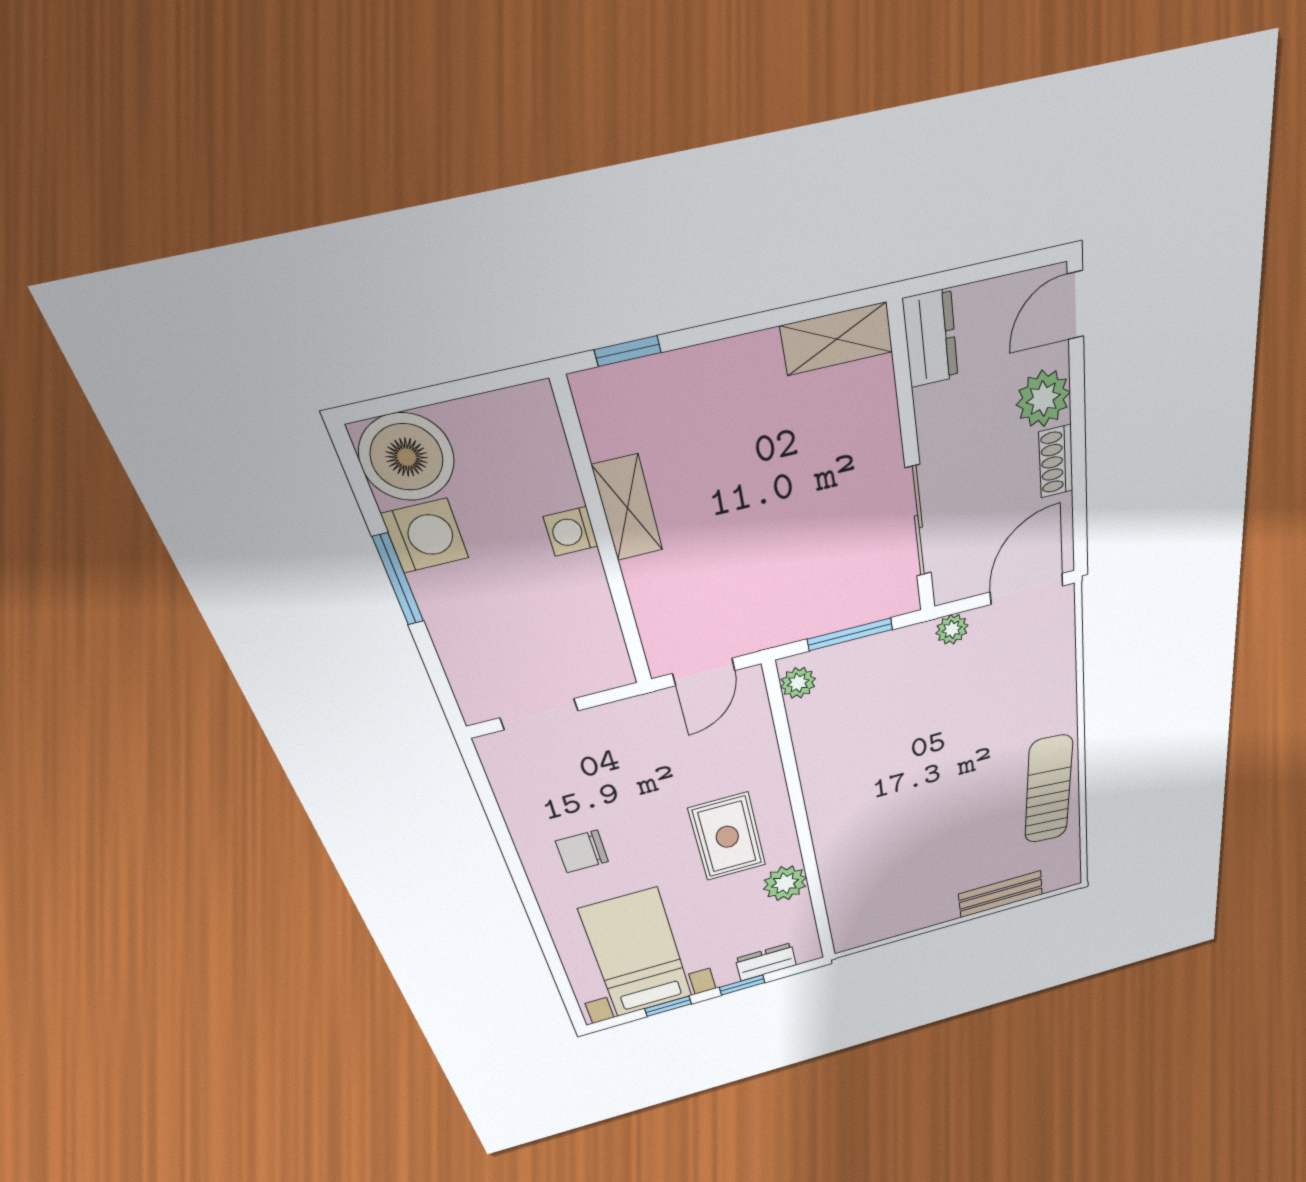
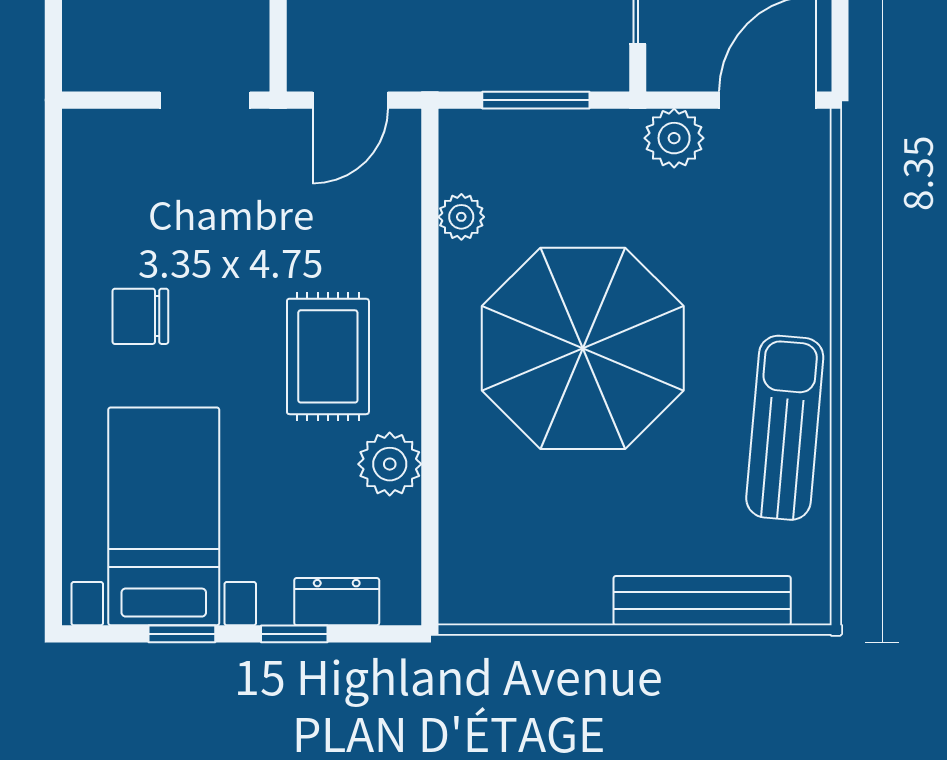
plant: (952, 629) -> (674, 138), width x1.38, depth x1.38
plant: (798, 683) -> (461, 217), moved
doorway: (539, 714) -> (205, 100), moved
parasol: (907, 783) -> (583, 348), added
bench: (1001, 894) -> (702, 601), width x1.36

